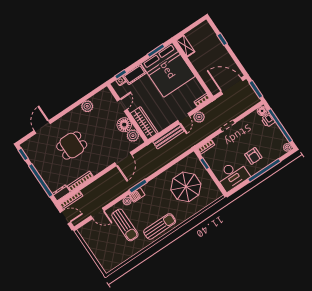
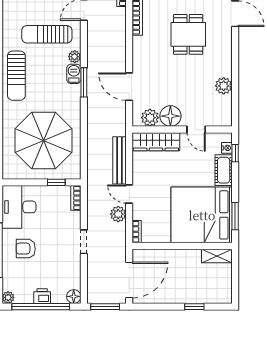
printer: (268, 120) -> (42, 296), moved
parasol: (186, 187) -> (43, 140), width x1.36, depth x1.36

